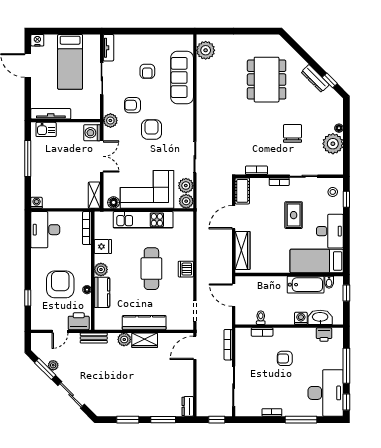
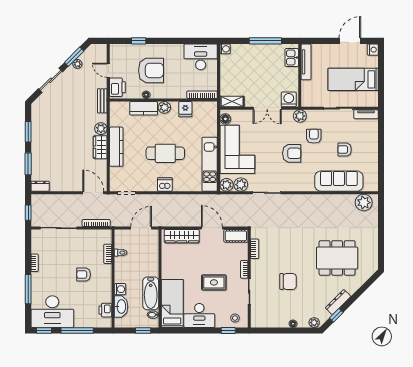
plant: (333, 144) -> (314, 323), moved, width x0.53, depth x0.53
kitchen unit: (143, 220) -> (210, 164), moved
armchair: (285, 358) -> (84, 274), turned -90

